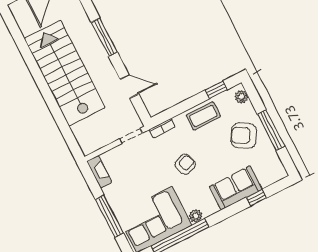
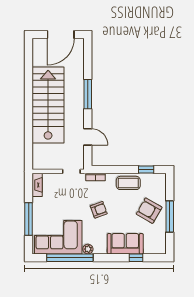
plant: (241, 97) -> (161, 183), removed

